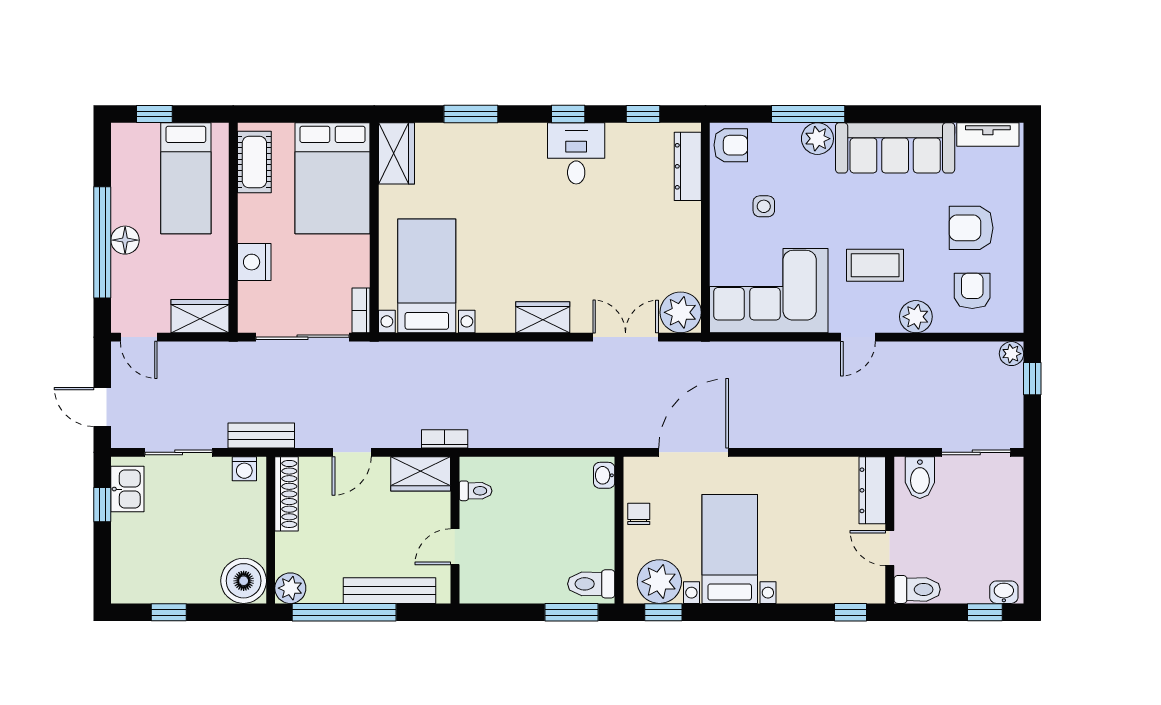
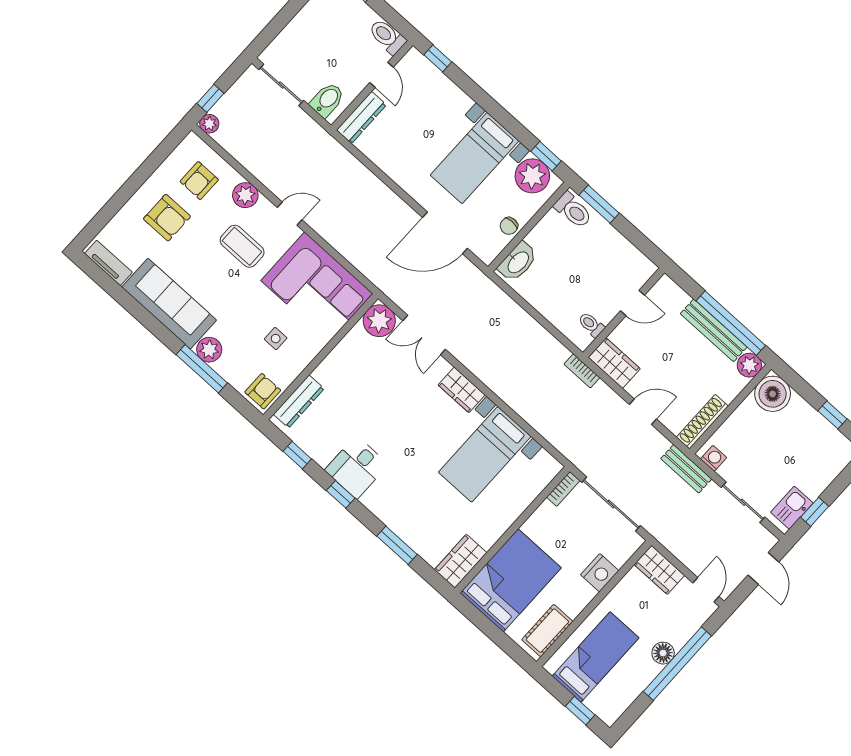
armchair: (731, 145) -> (263, 391), turned 90
bed with nightstands: (427, 276) -> (485, 454), moved
washbasin: (604, 475) -> (518, 262), width x1.91, depth x1.45
bench: (390, 591) -> (714, 330), moved

